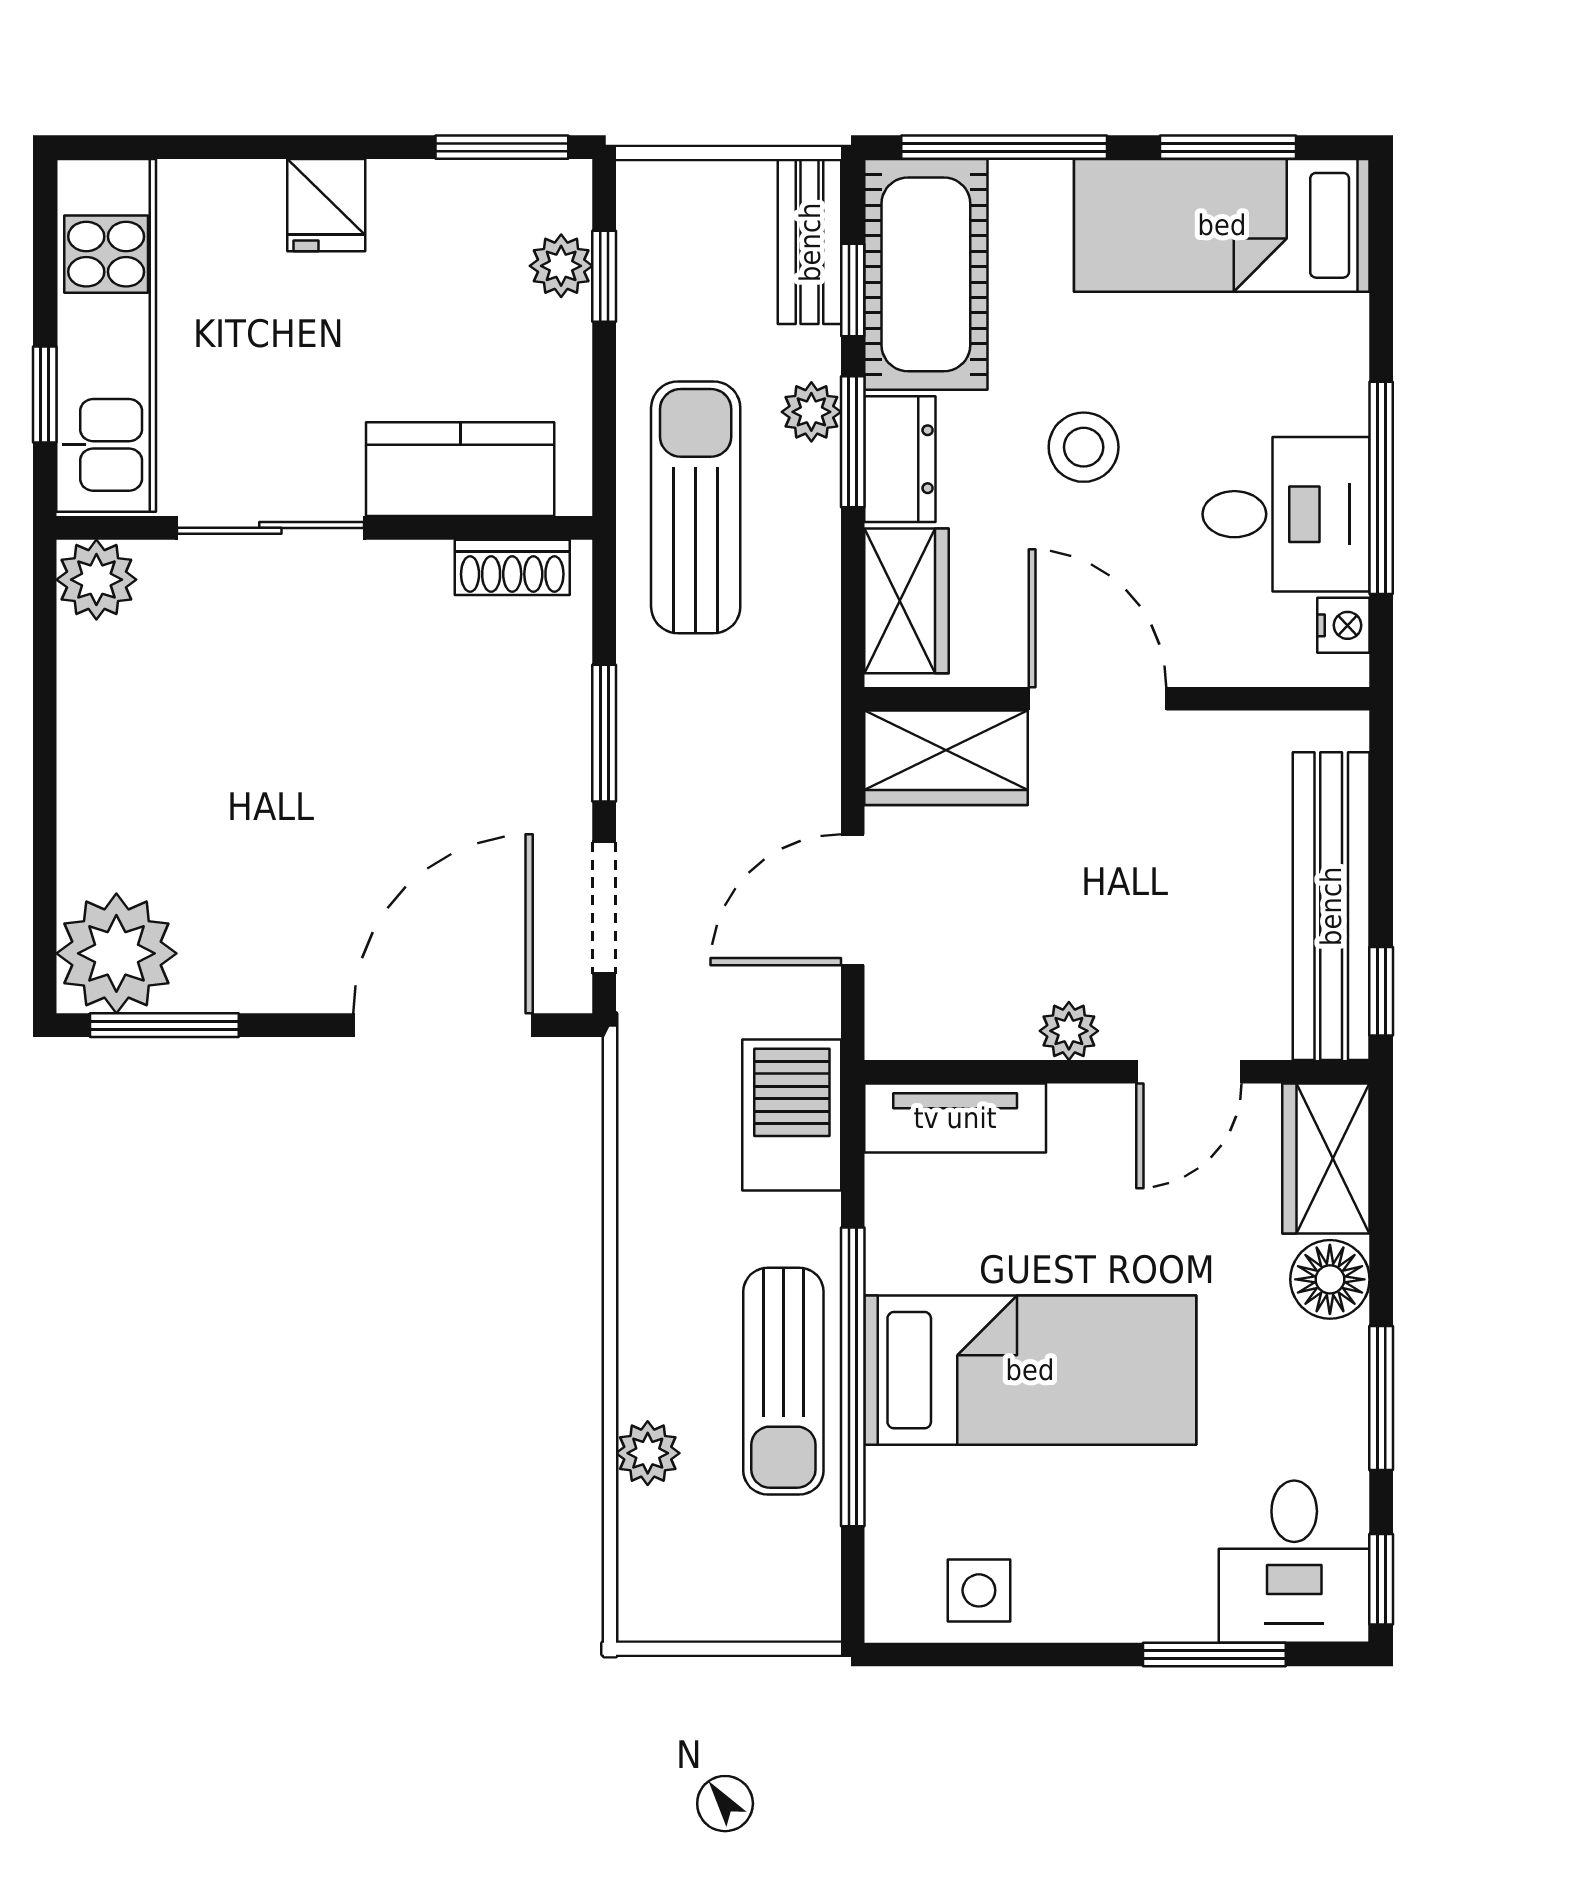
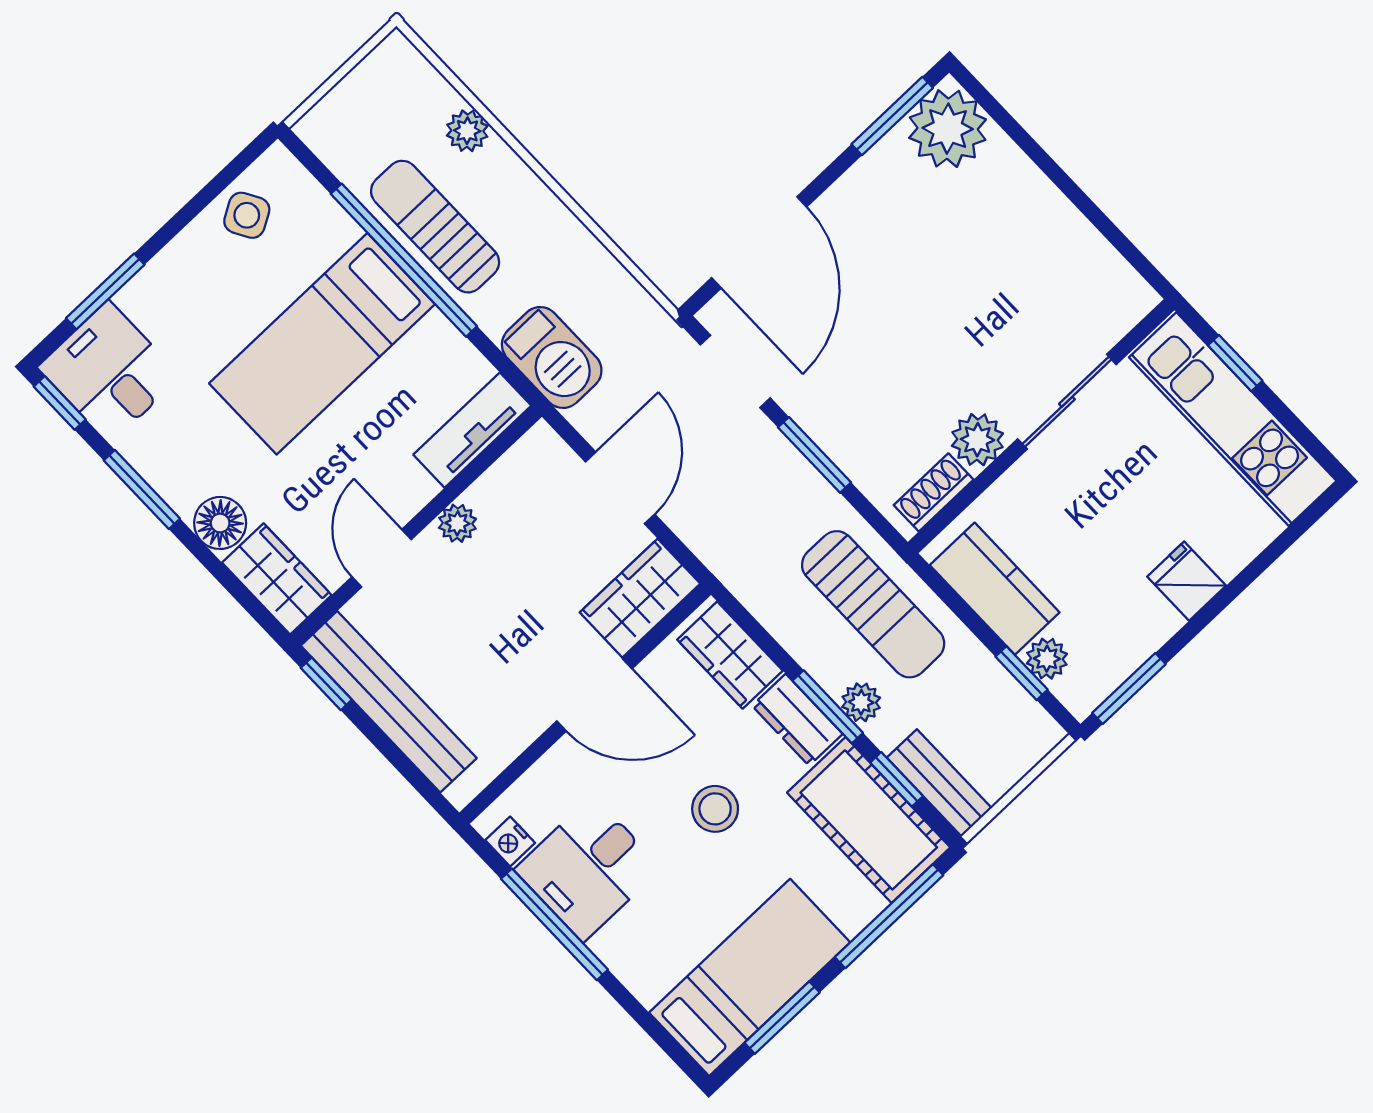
kitchen counter: (460, 469) -> (995, 589), moved, turned -90
plant: (96, 580) -> (977, 440), moved
side table: (979, 1590) -> (247, 215), turned -30

